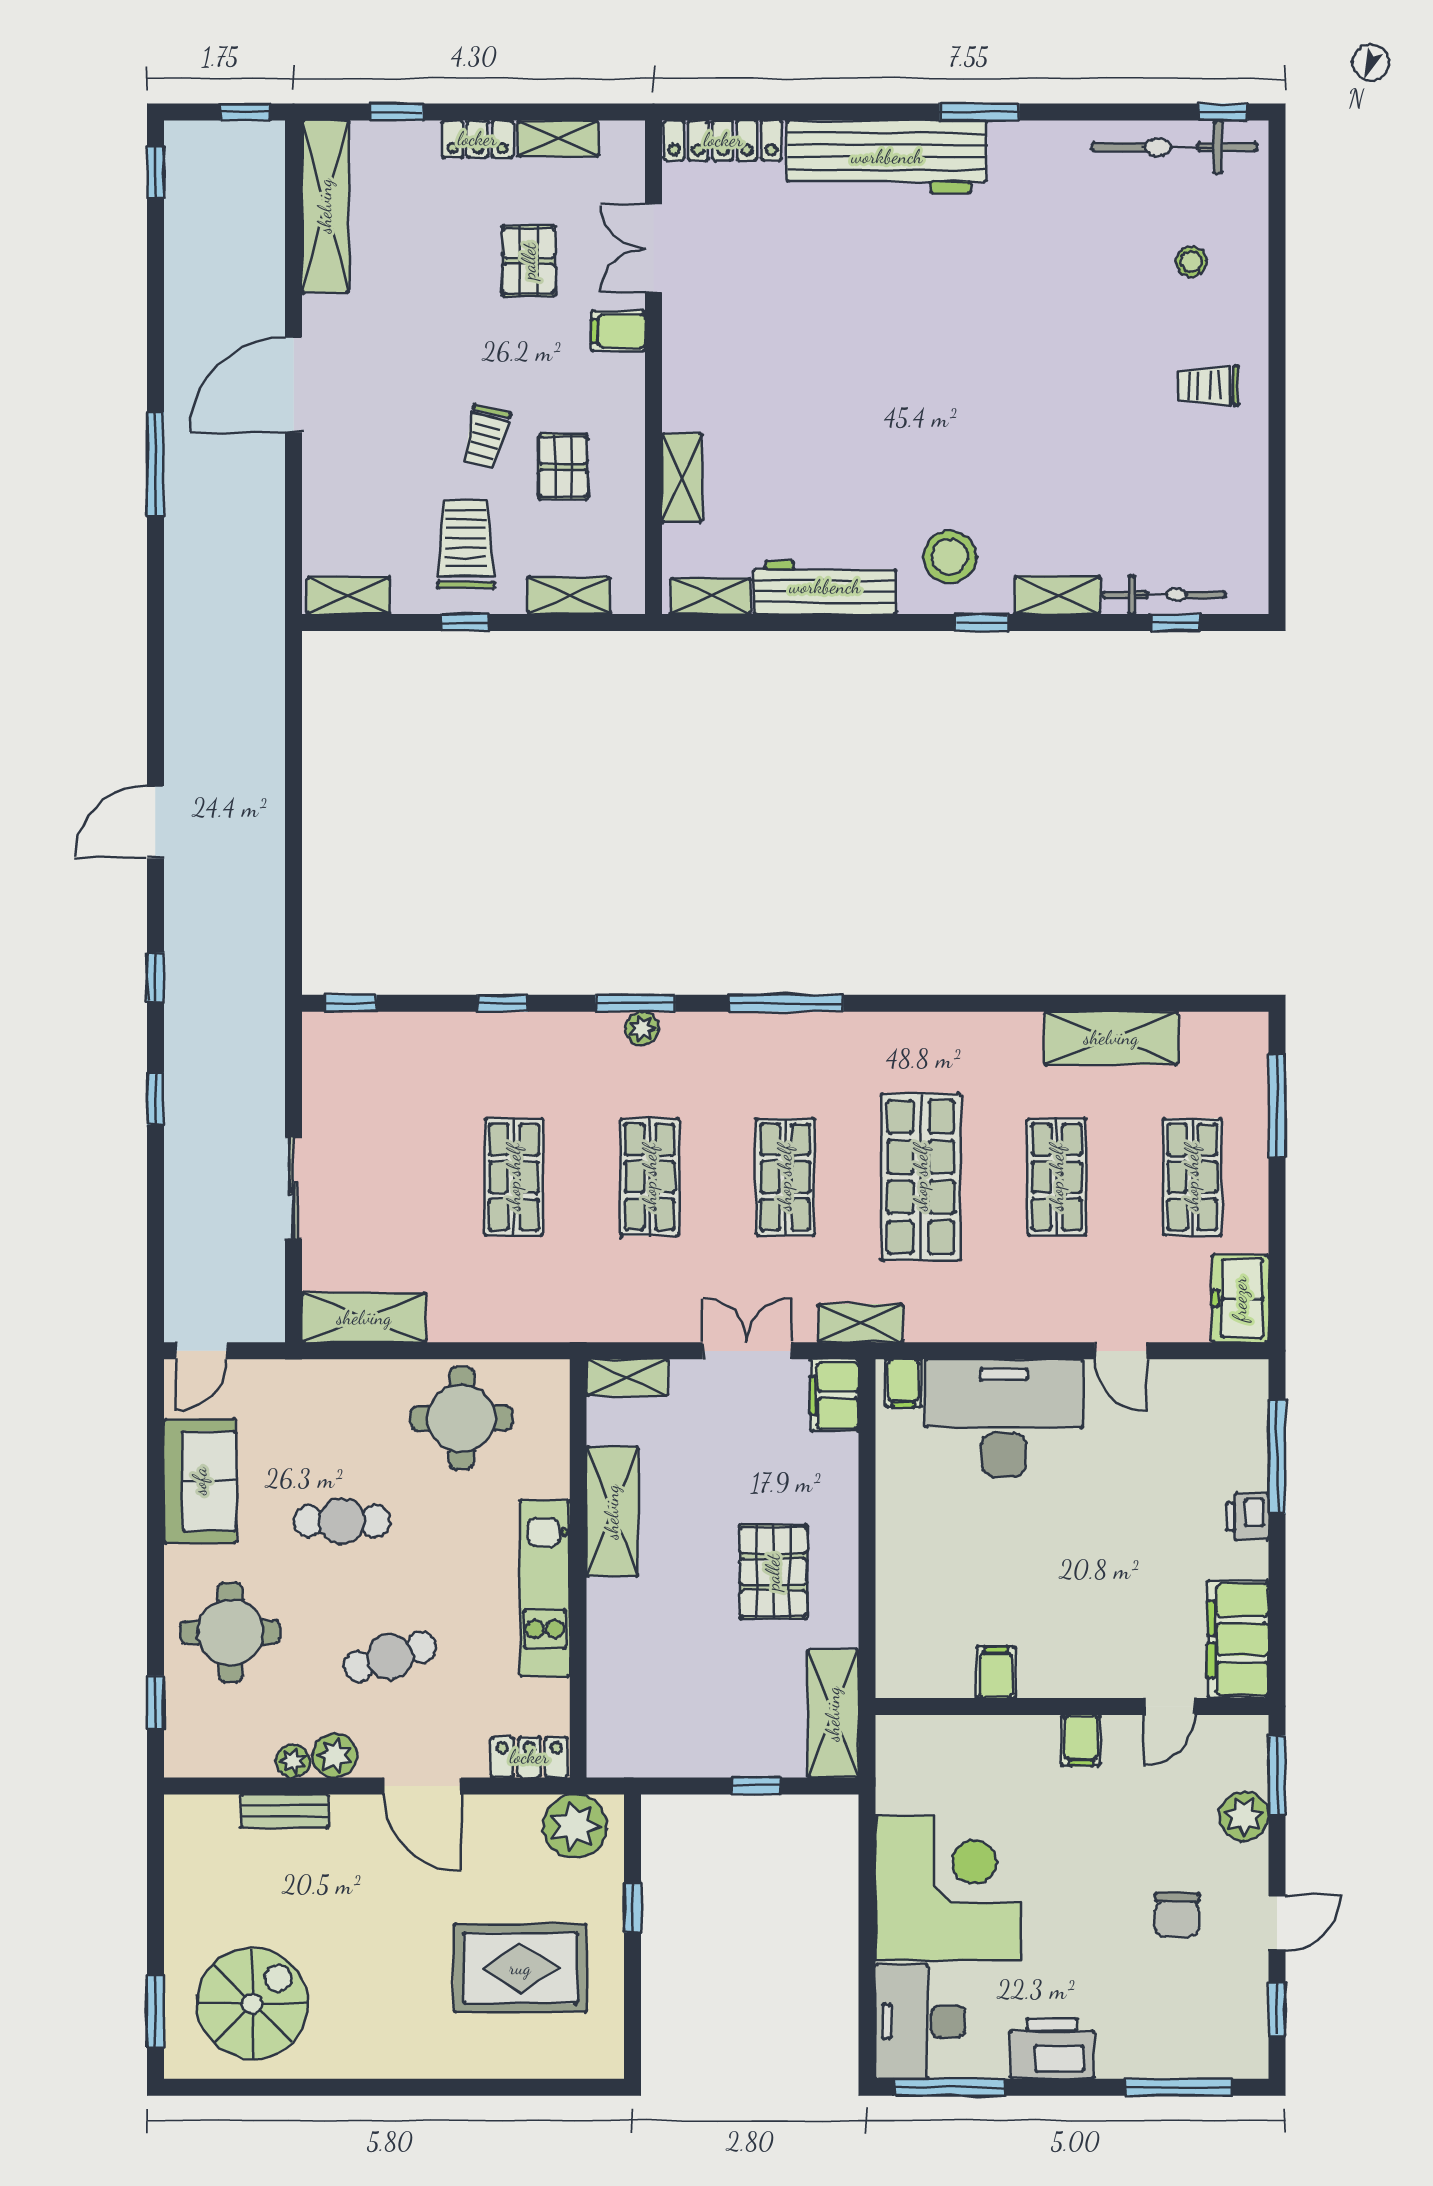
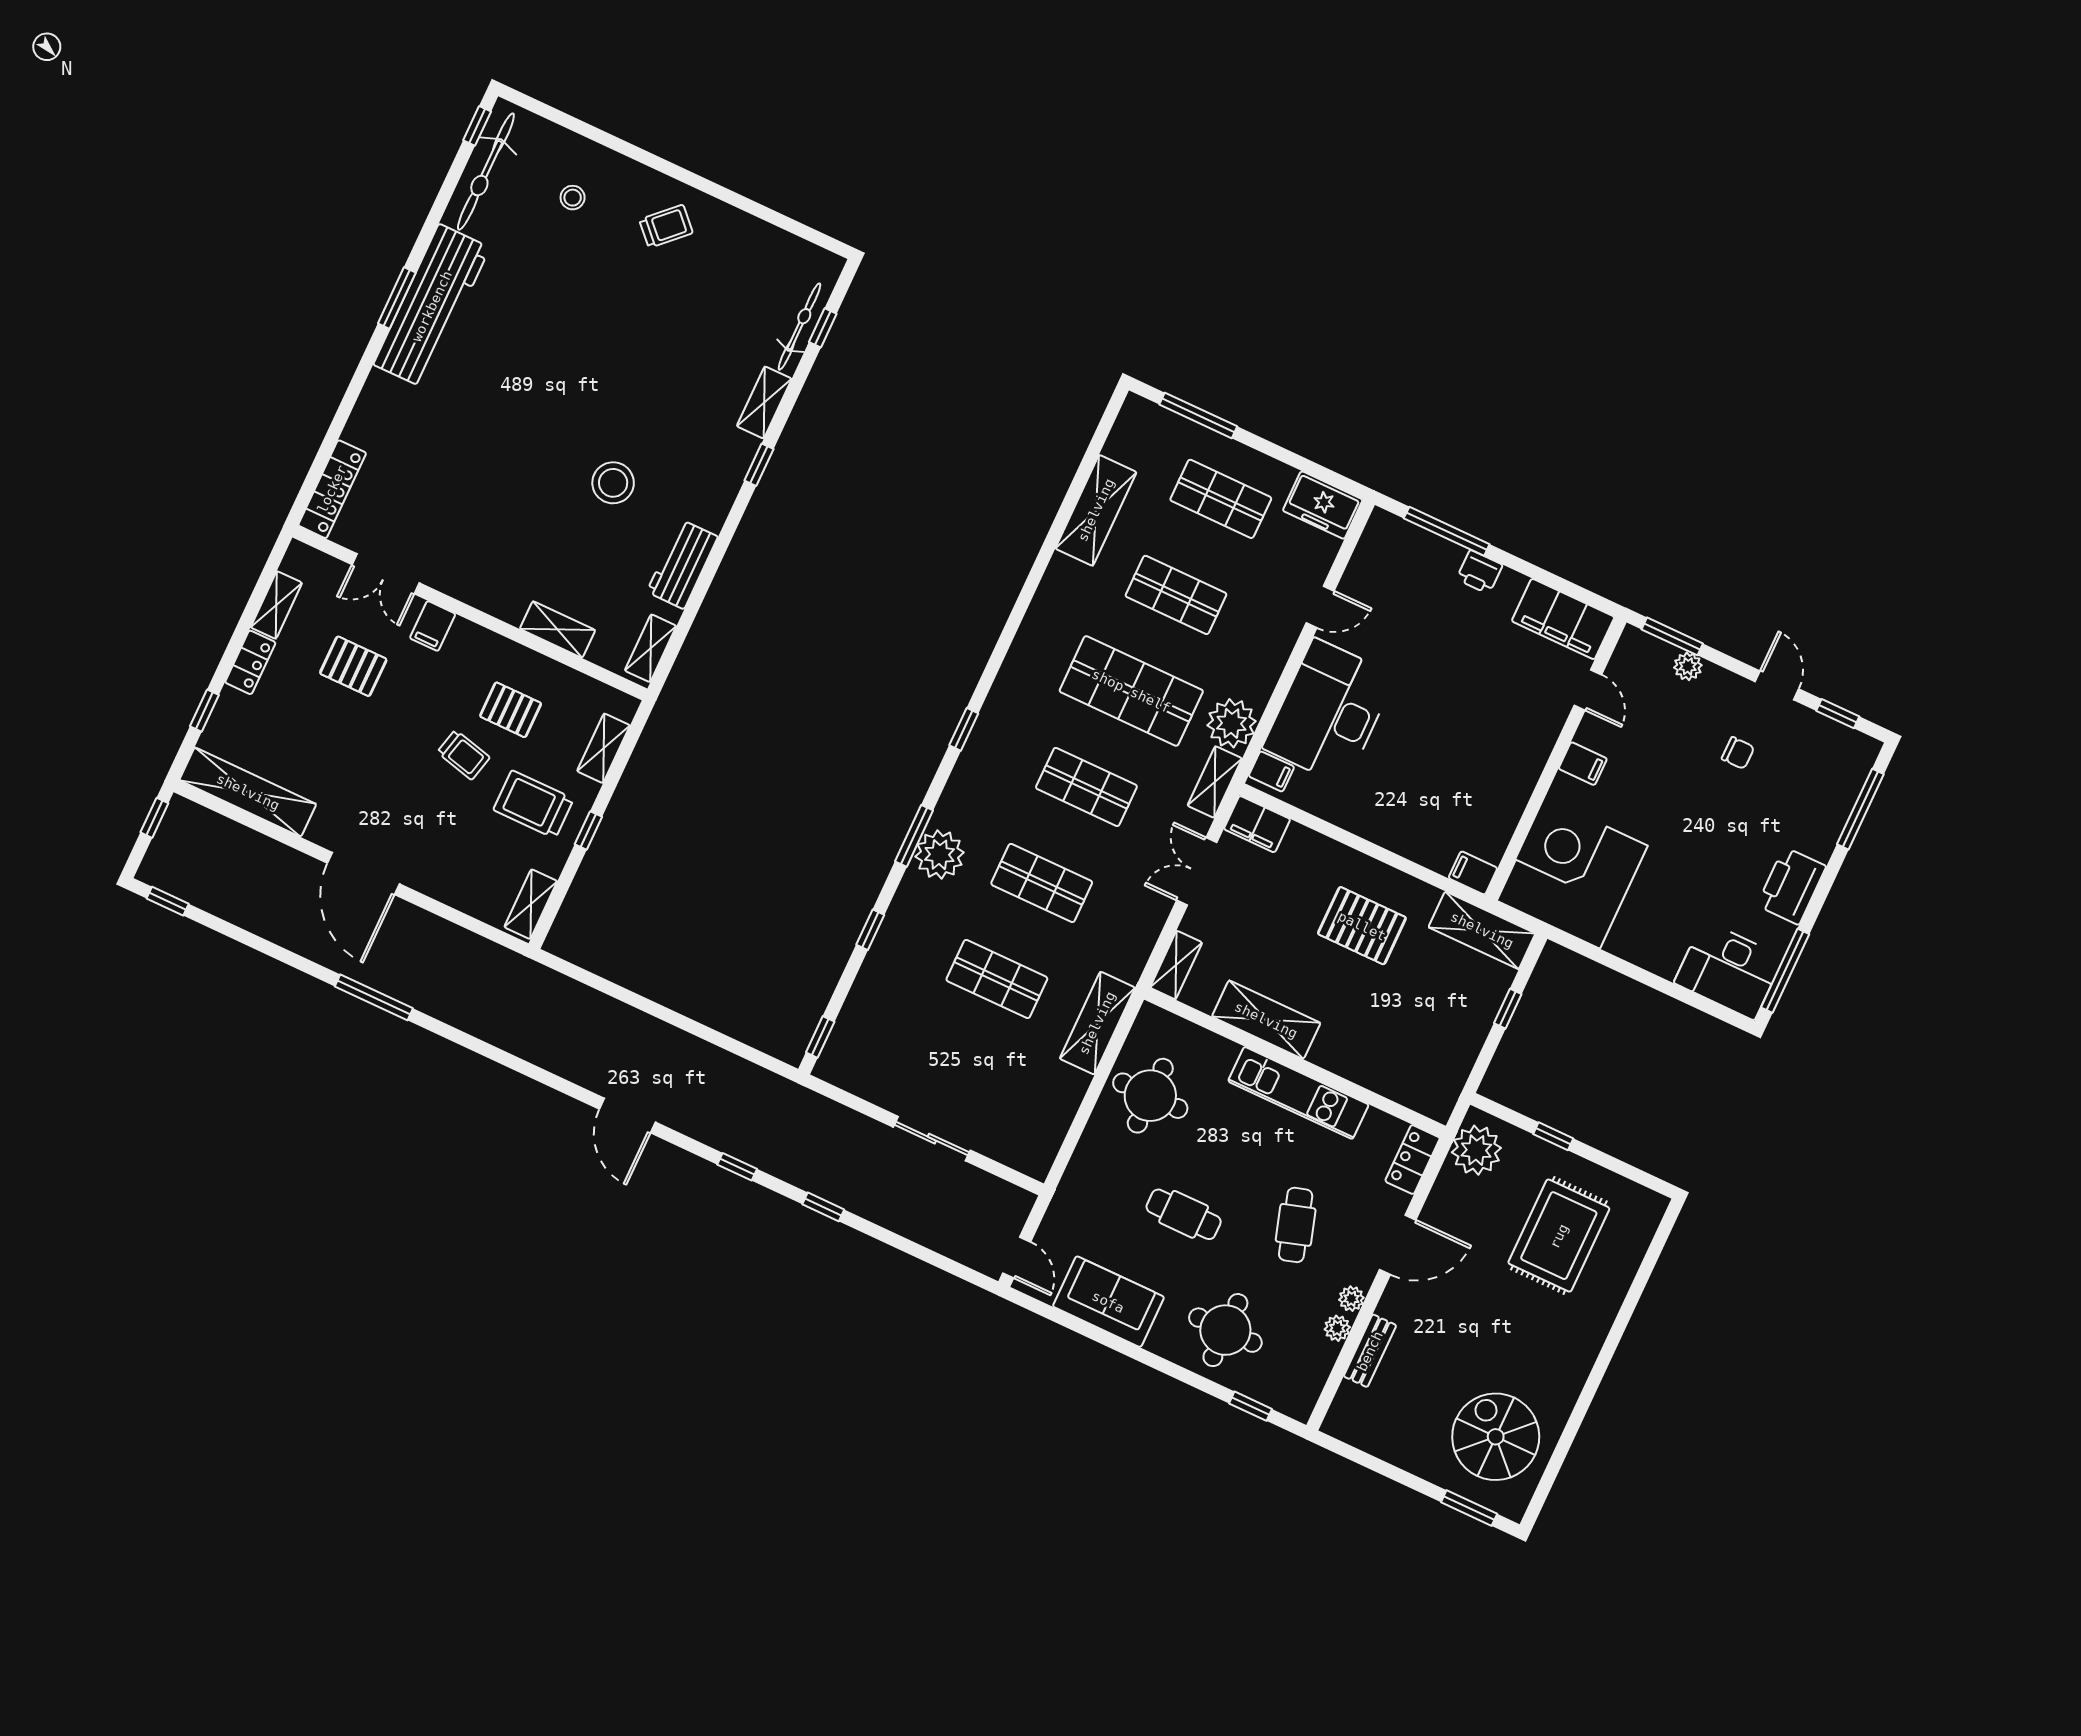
workbench: (887, 157) -> (432, 306), moved
trolley: (1208, 386) -> (666, 226), turned -134
stool: (950, 557) -> (613, 483), moved
workbench: (825, 587) -> (682, 564), width x0.73
window: (786, 1003) -> (964, 729), width x0.46
plant: (642, 1028) -> (940, 855), width x1.88, depth x1.88
plant: (938, 1311) -> (1232, 723), added
shelving: (364, 1318) -> (1097, 1023), moved
cafe table: (342, 1521) -> (1184, 1214), turned 90
filing cabinet: (996, 1672) -> (1473, 873), moved
plant: (335, 1755) -> (1351, 1299), width x0.73, depth x0.73
plant: (1244, 1816) -> (1688, 666), width x0.73, depth x0.73
corner desk: (948, 1888) -> (1572, 873), moved
chair: (1177, 1915) -> (1738, 753), width x0.73, depth x0.73

